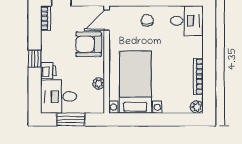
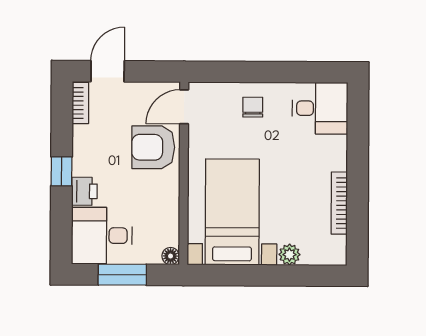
plant: (99, 83) -> (170, 214), removed
plant: (197, 107) -> (289, 255), moved
floor lamp: (99, 108) -> (171, 256), added

